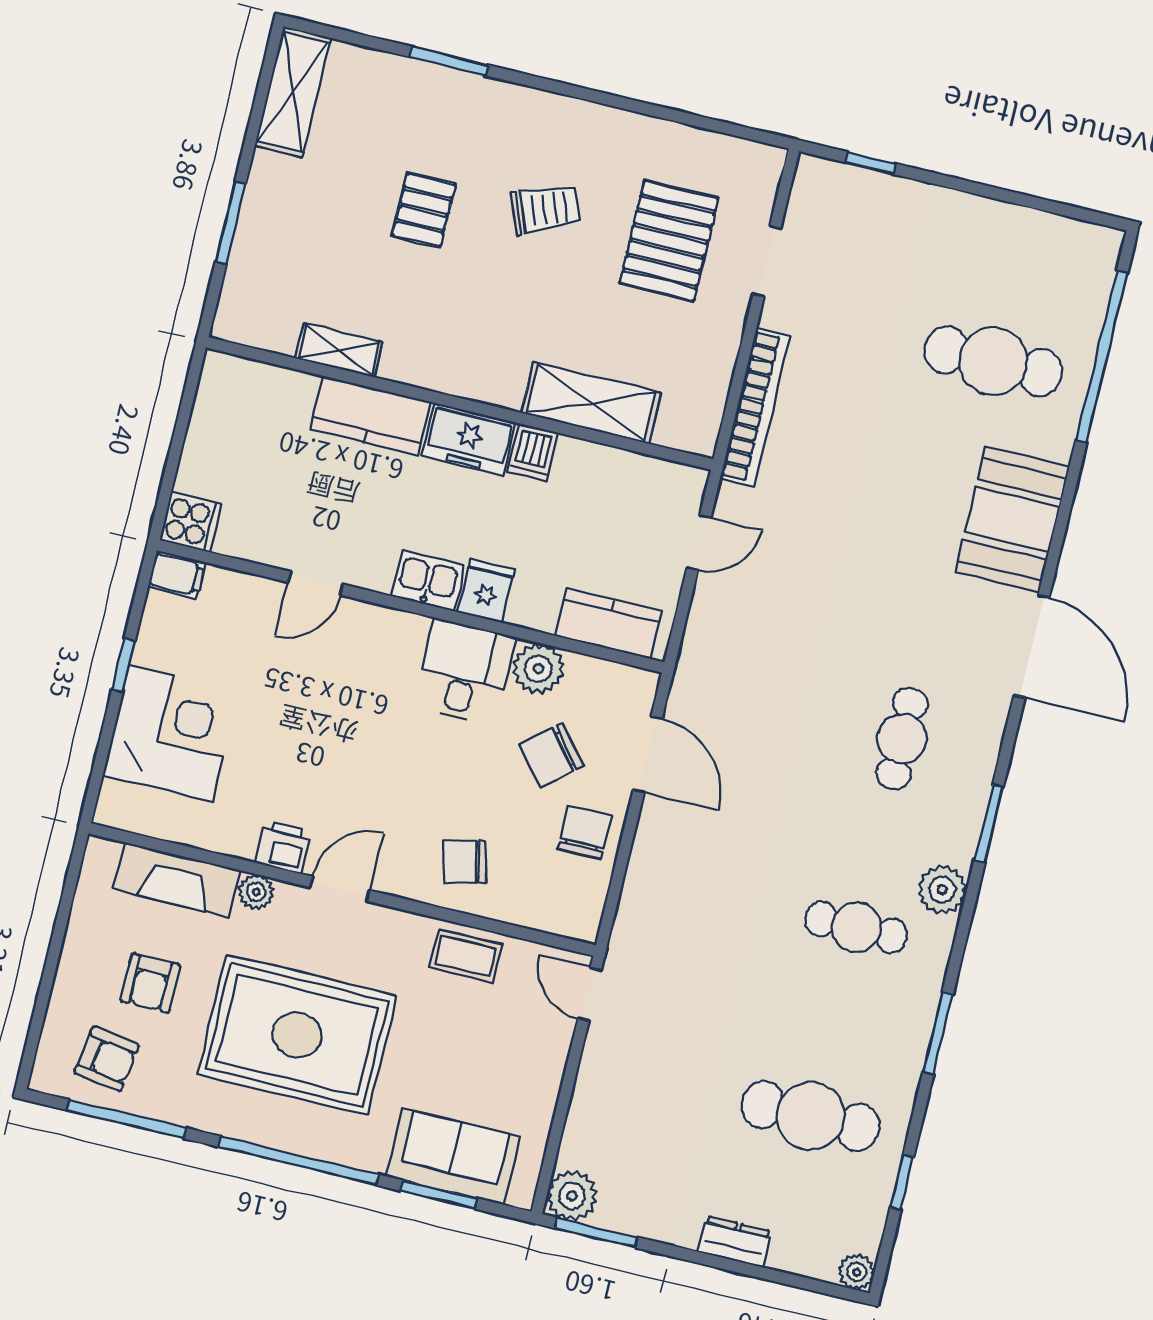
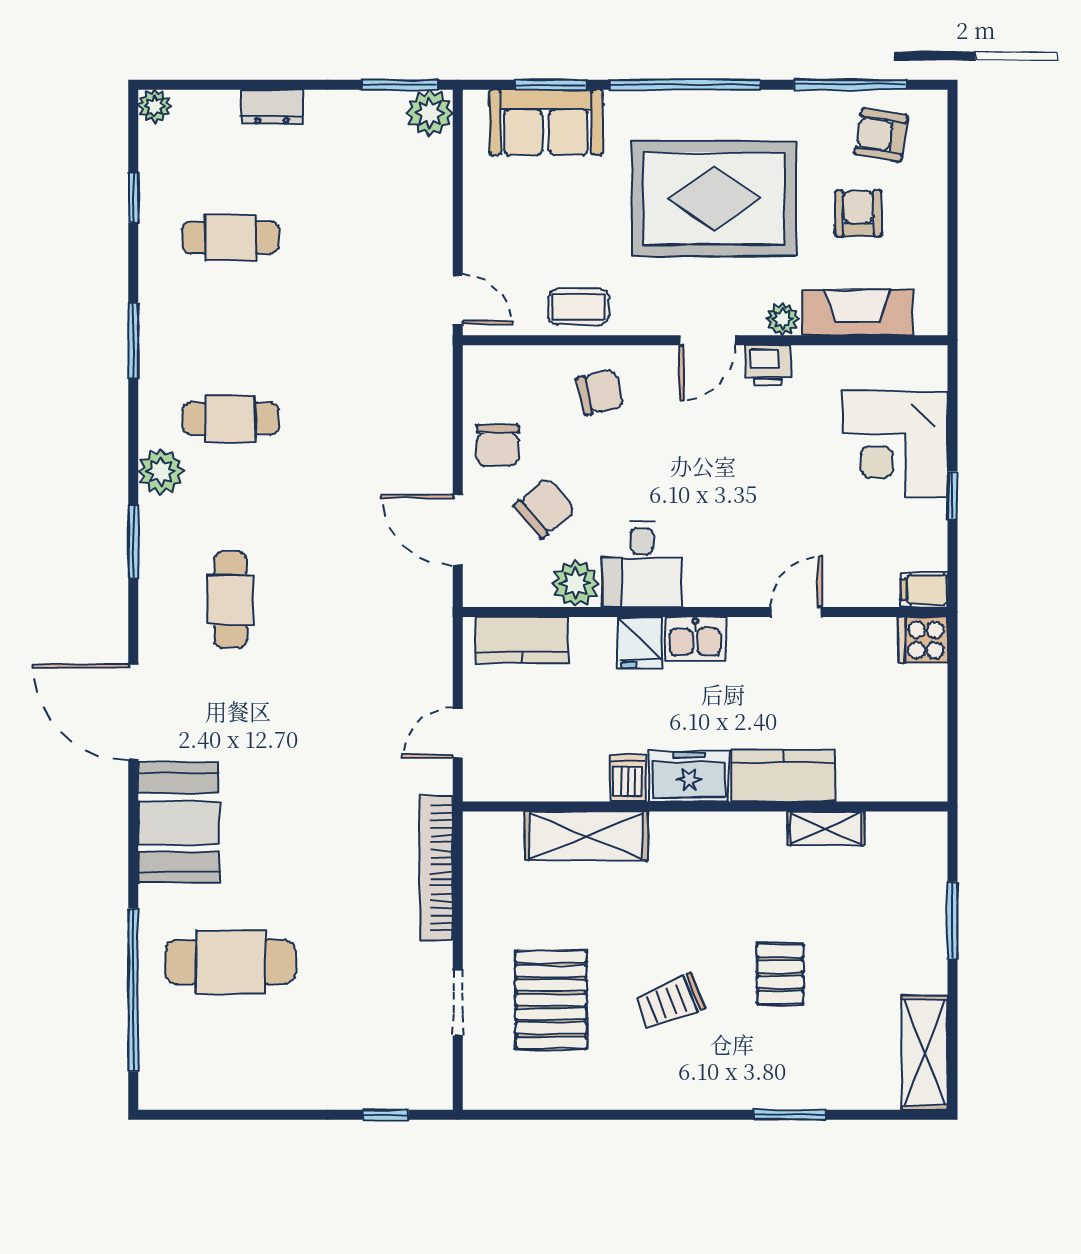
cafe table: (811, 1116) -> (231, 238), width x0.73, depth x0.74

